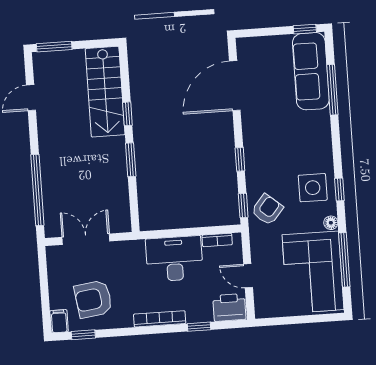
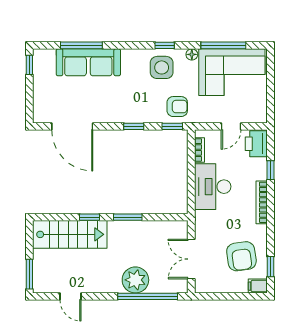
sofa: (311, 71) -> (88, 62), moved
plant: (56, 174) -> (135, 280), added
armchair: (267, 210) -> (177, 107), turned 140

